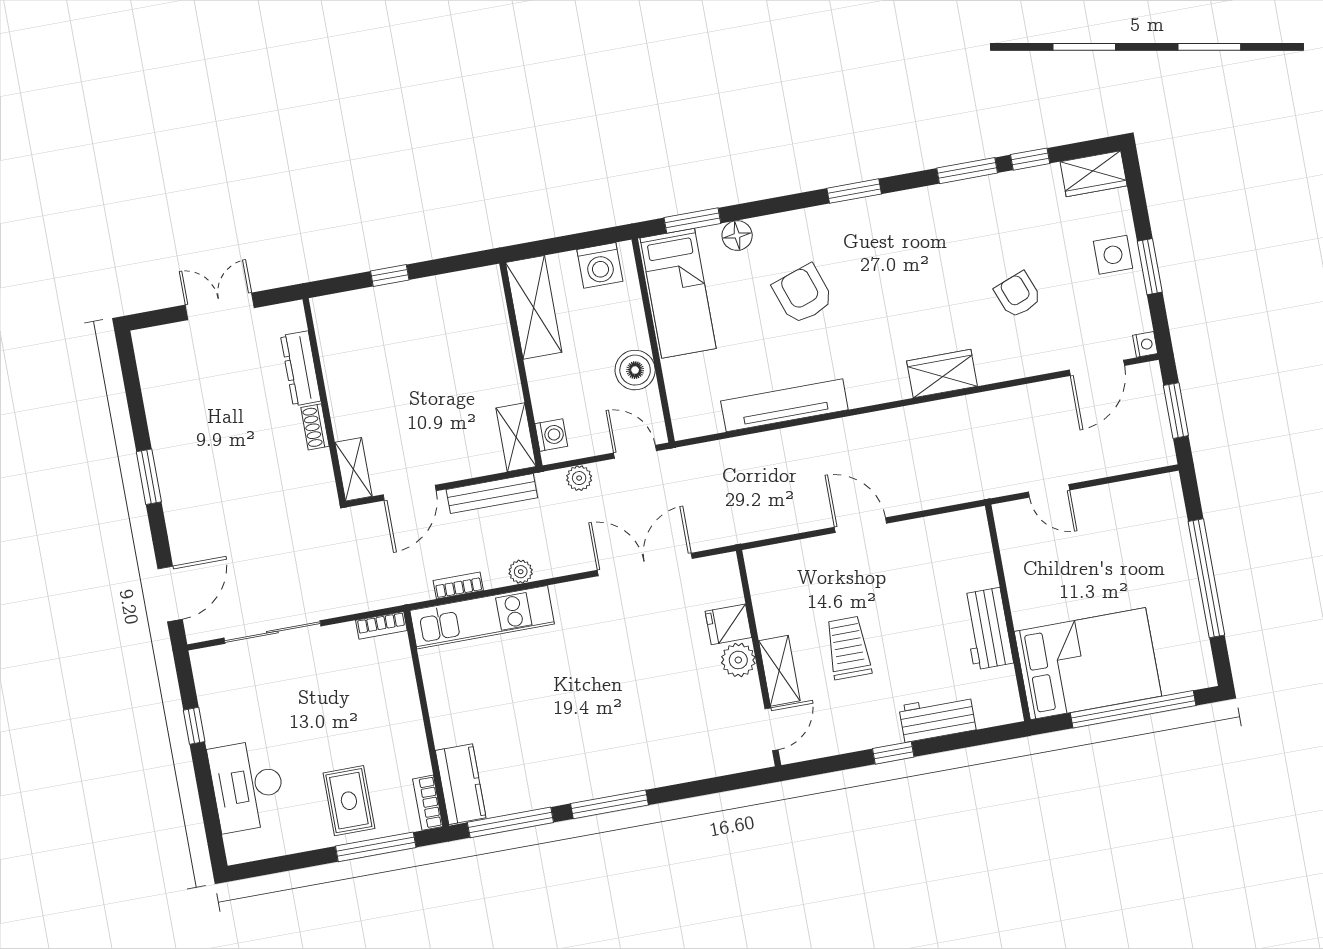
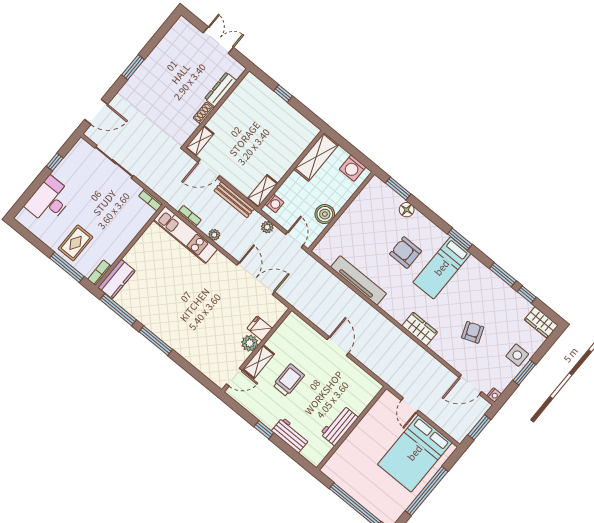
bed: (678, 293) -> (442, 268), moved
armchair: (803, 294) -> (406, 253), turned -71
bed: (1088, 664) -> (415, 453), moved, turned 90

